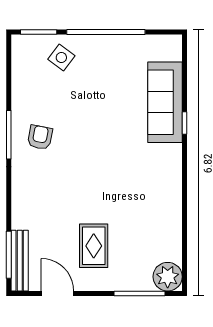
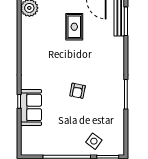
sofa: (165, 102) -> (31, 107), width x0.73
armchair: (40, 137) -> (78, 91), moved

